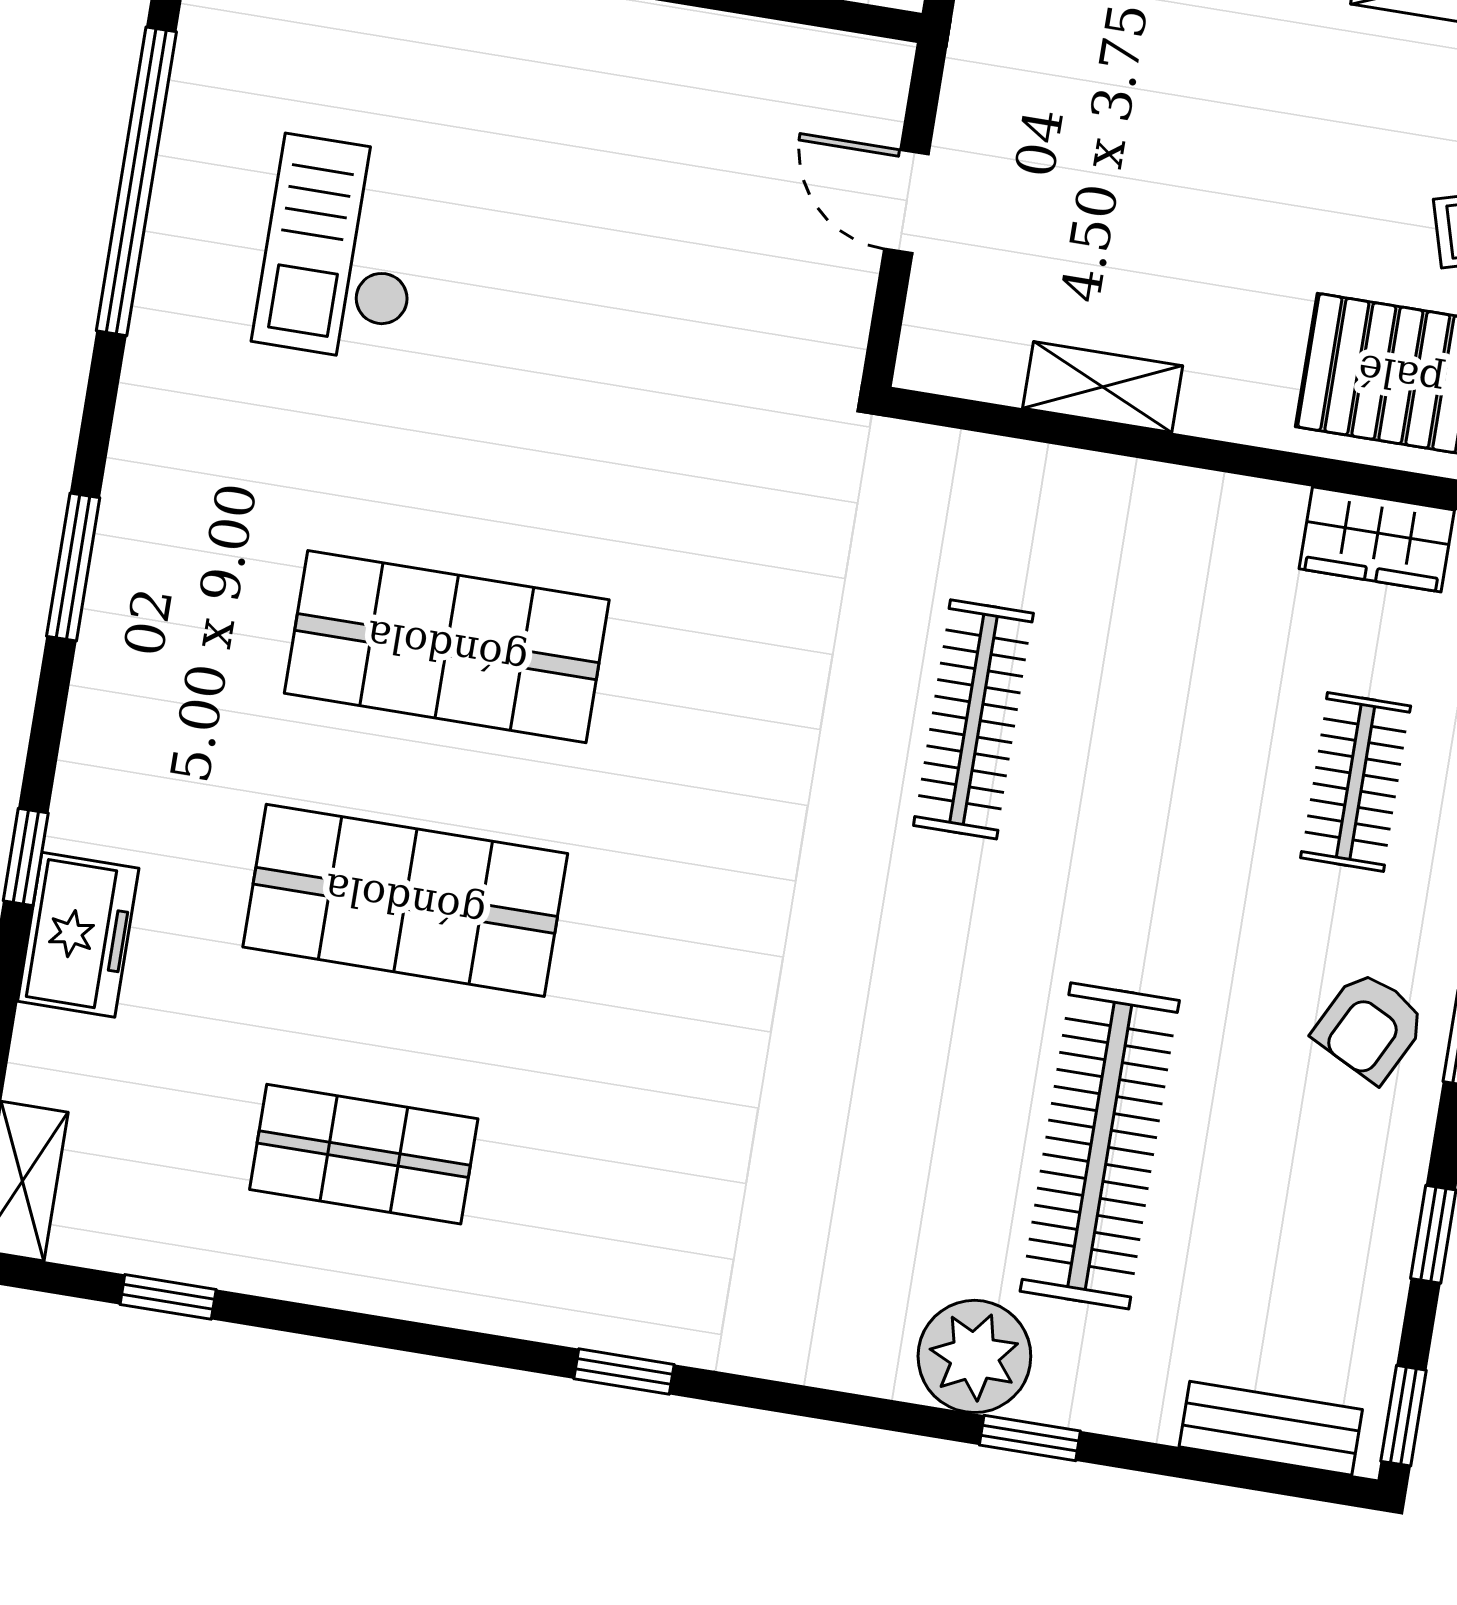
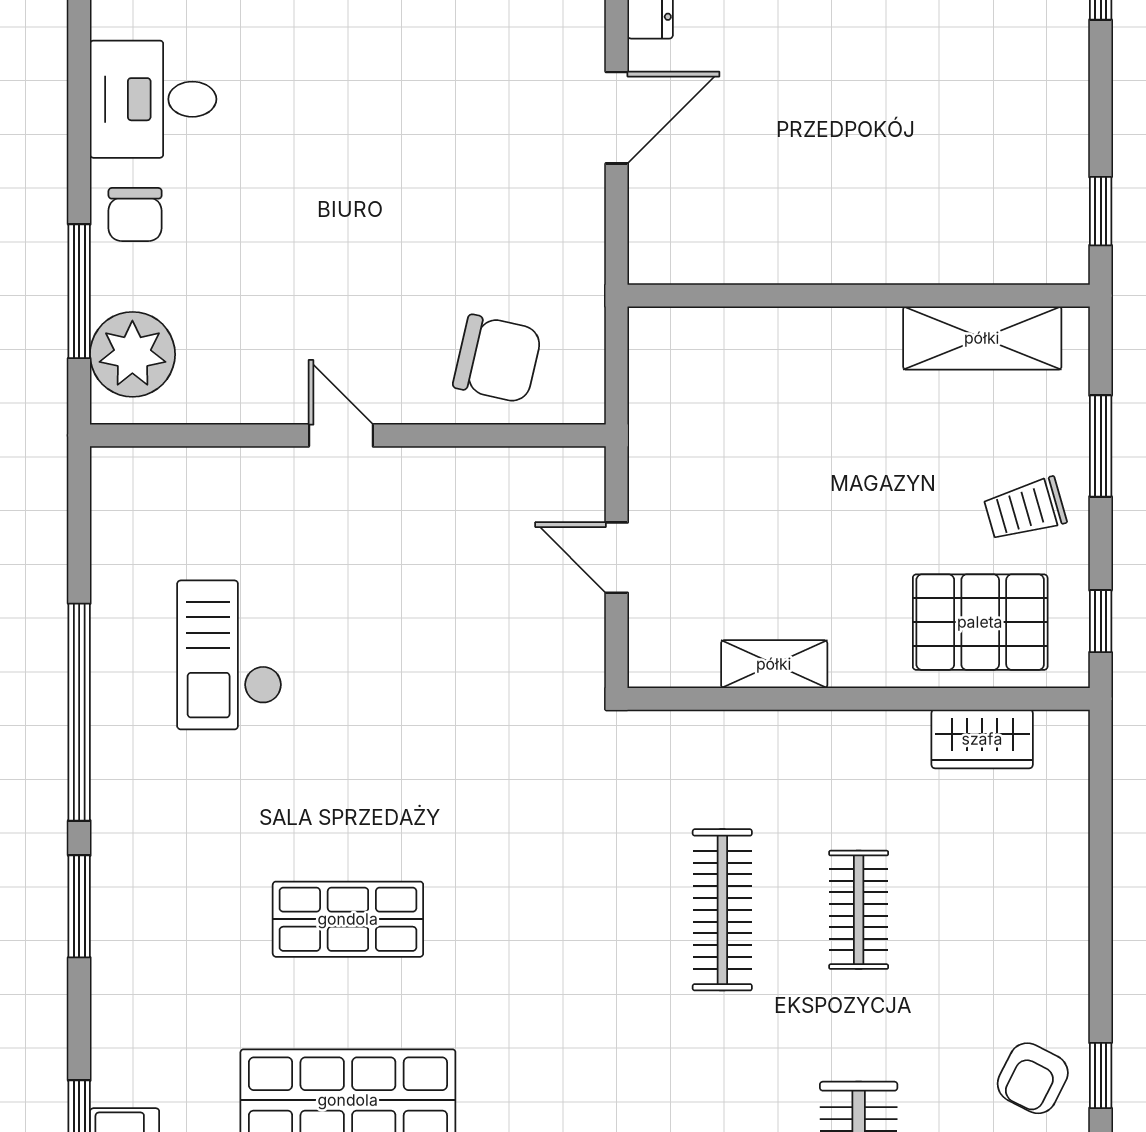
window: (136, 181) -> (79, 712), moved
shop shelf: (447, 647) -> (348, 919), width x0.70, depth x0.74
clothes rail: (1356, 782) -> (859, 910), moved

